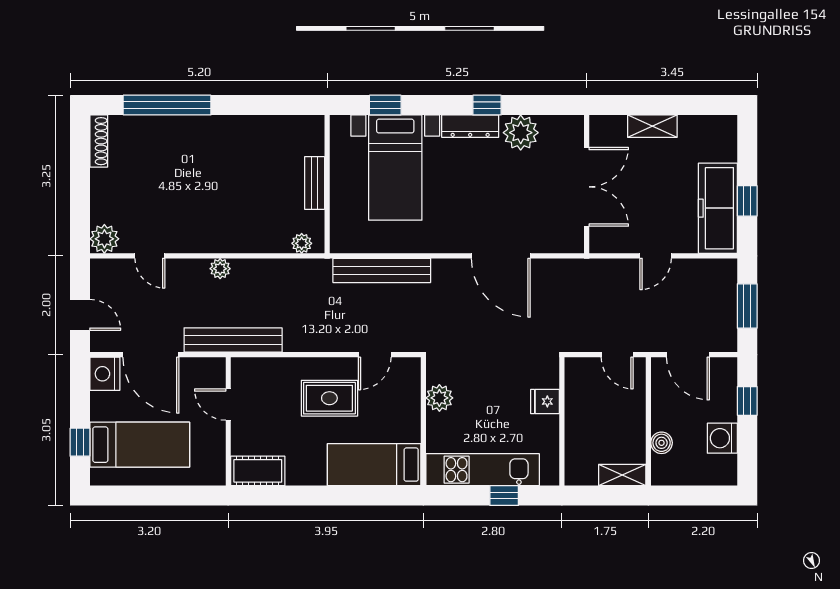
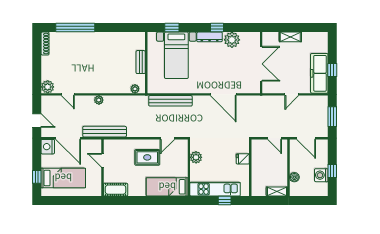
window: (747, 401) -> (332, 171), moved

